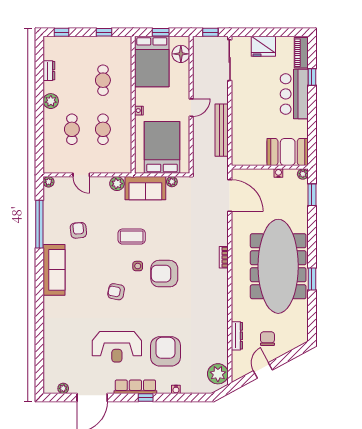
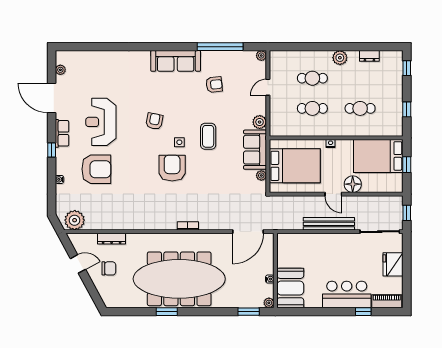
floor lamp: (181, 54) -> (353, 184), moved
bench: (222, 130) -> (329, 224), moved
row of seats: (135, 387) -> (62, 133), width x0.68

